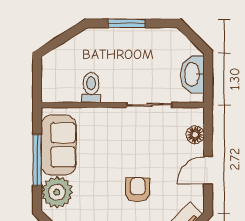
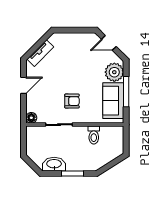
washbasin: (193, 74) -> (54, 164), moved, turned -90
floor lamp: (195, 135) -> (31, 118), moved
armchair: (138, 190) -> (72, 101), moved, turned -90

